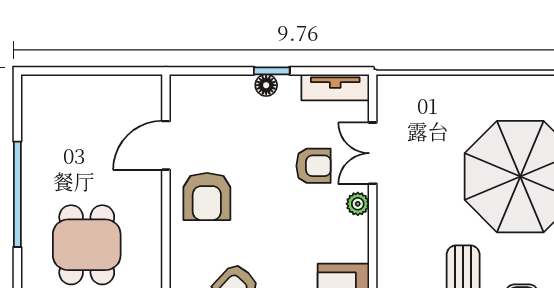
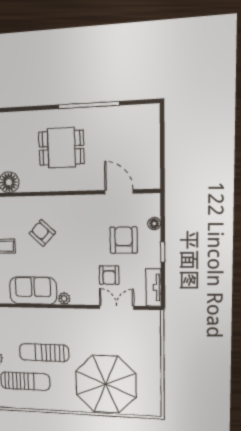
floor lamp: (266, 85) -> (154, 224), moved
armchair: (207, 196) -> (124, 240), moved, turned 90
plant: (358, 204) -> (64, 298), moved

